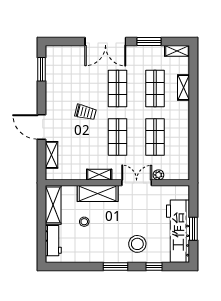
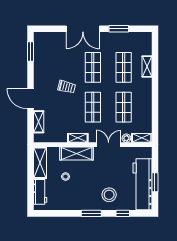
shelving: (177, 51) -> (142, 138), moved

